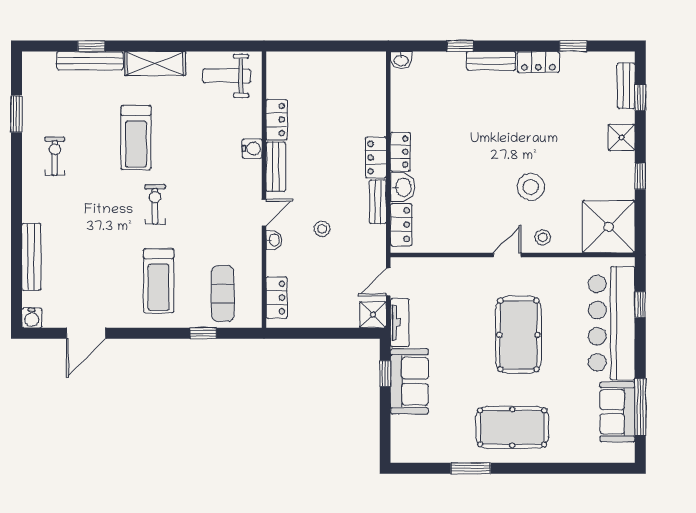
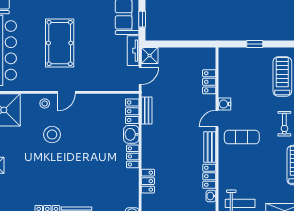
water cooler: (252, 149) -> (224, 104), moved
locker: (376, 158) -> (148, 181), moved
bench: (378, 202) -> (147, 110), moved
stool: (322, 229) -> (181, 109), removed
washbasin: (274, 240) -> (211, 196), moved
exercise mat: (223, 293) -> (242, 137), moved, turned 90
locker: (277, 298) -> (209, 82), moved

